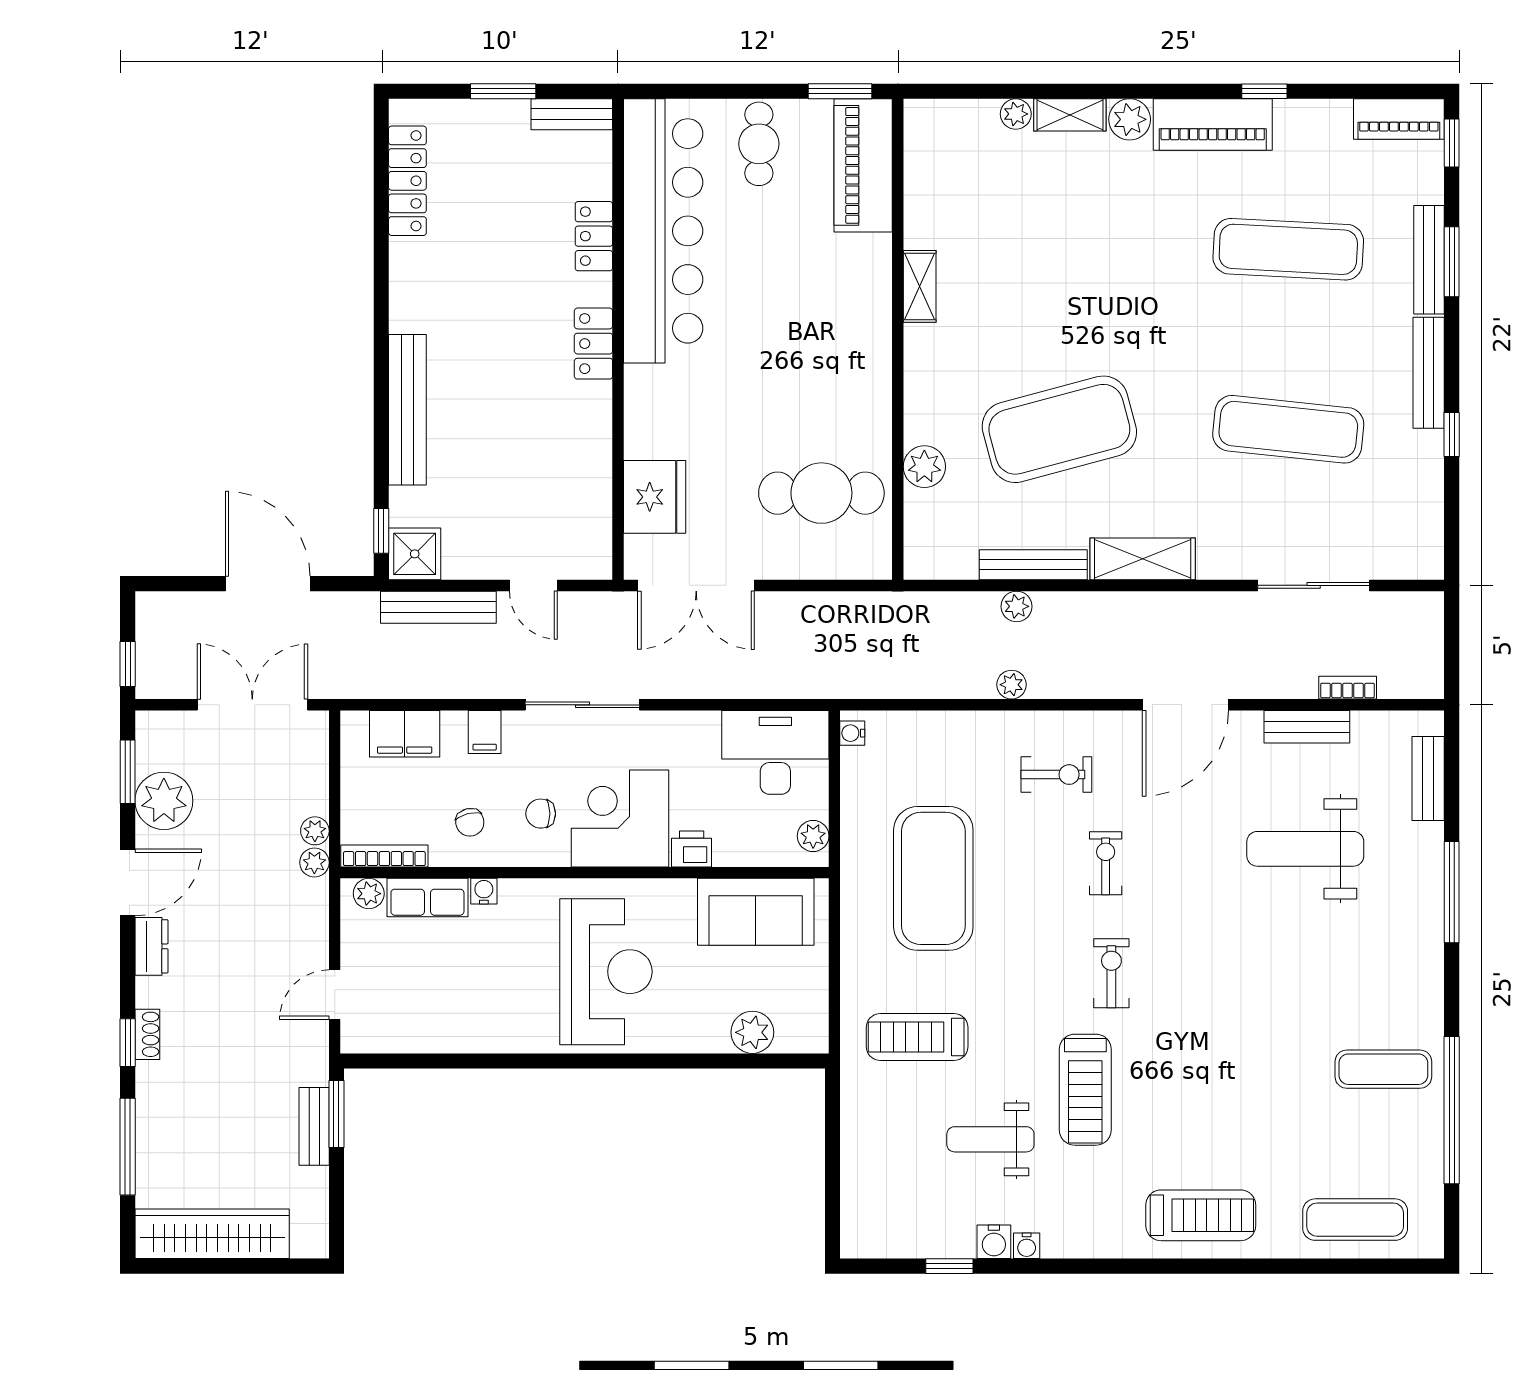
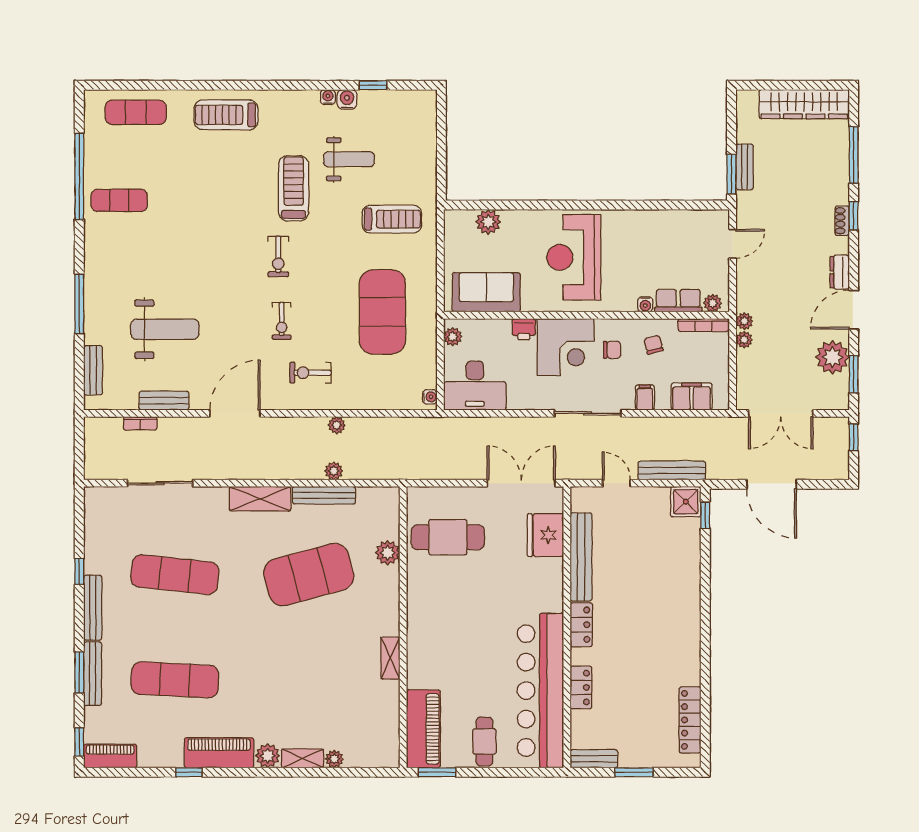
bench: (407, 410) -> (581, 557), moved

